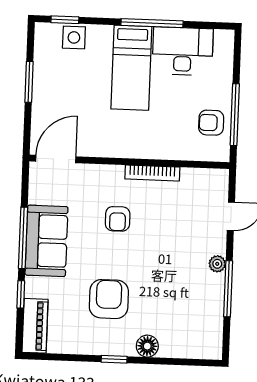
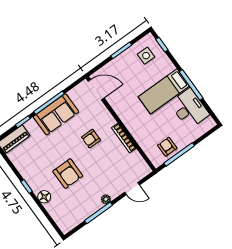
side table: (74, 37) -> (146, 56), moved
armchair: (109, 299) -> (68, 174), moved, turned 90

